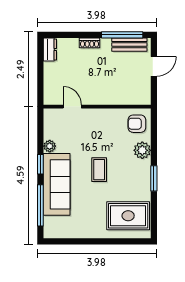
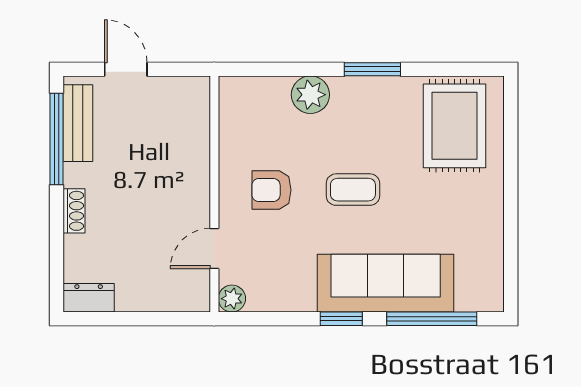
armchair: (137, 124) -> (272, 190), moved, turned 90
plant: (50, 146) -> (232, 299), moved

